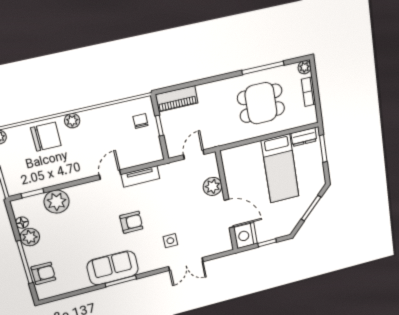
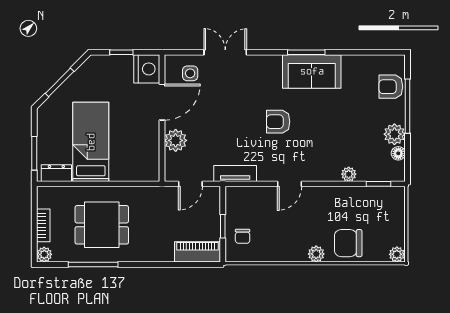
tv unit: (140, 176) -> (235, 173), moved
plant: (57, 202) -> (349, 174), width x0.53, depth x0.53
door: (229, 214) -> (162, 102), swing flipped
side table: (170, 241) -> (190, 73), moved

